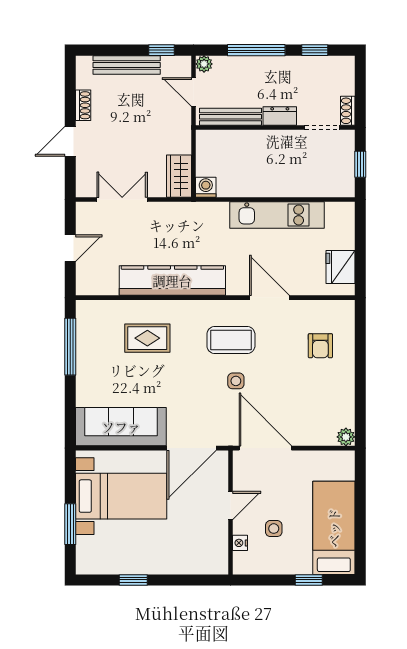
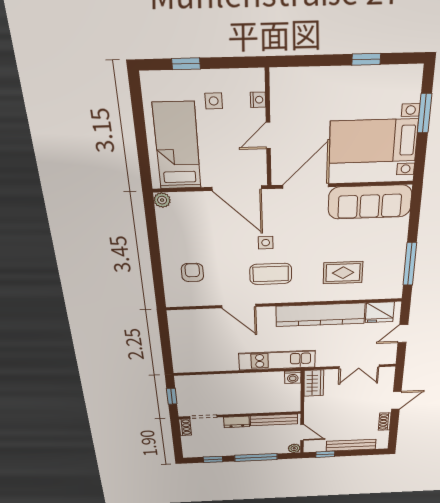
kitchen unit: (277, 215) -> (277, 360), moved
fridge: (340, 267) -> (380, 312), moved, turned 90
bed: (334, 528) -> (177, 146), moved, turned 180
side table: (274, 529) -> (214, 101), moved

